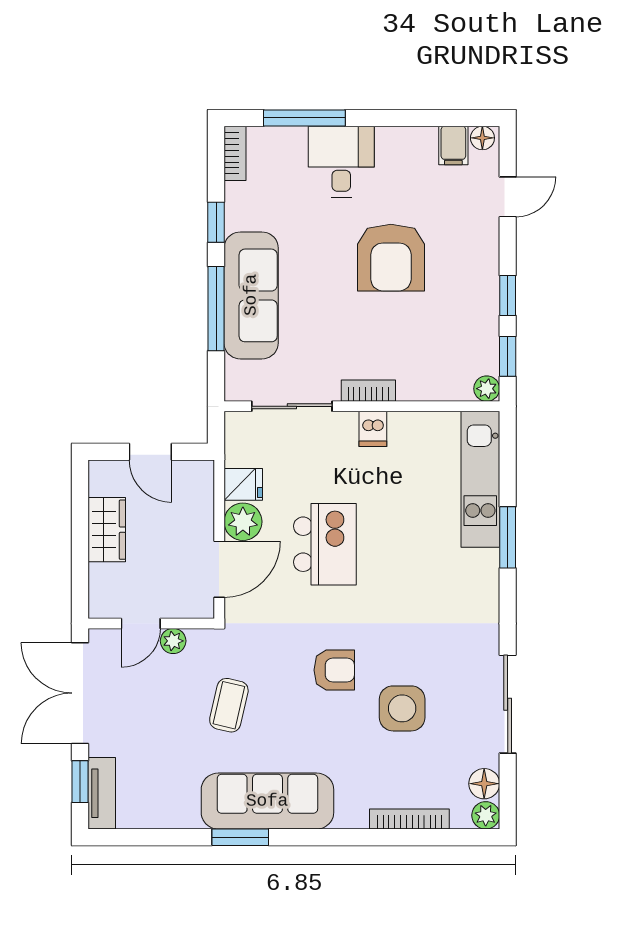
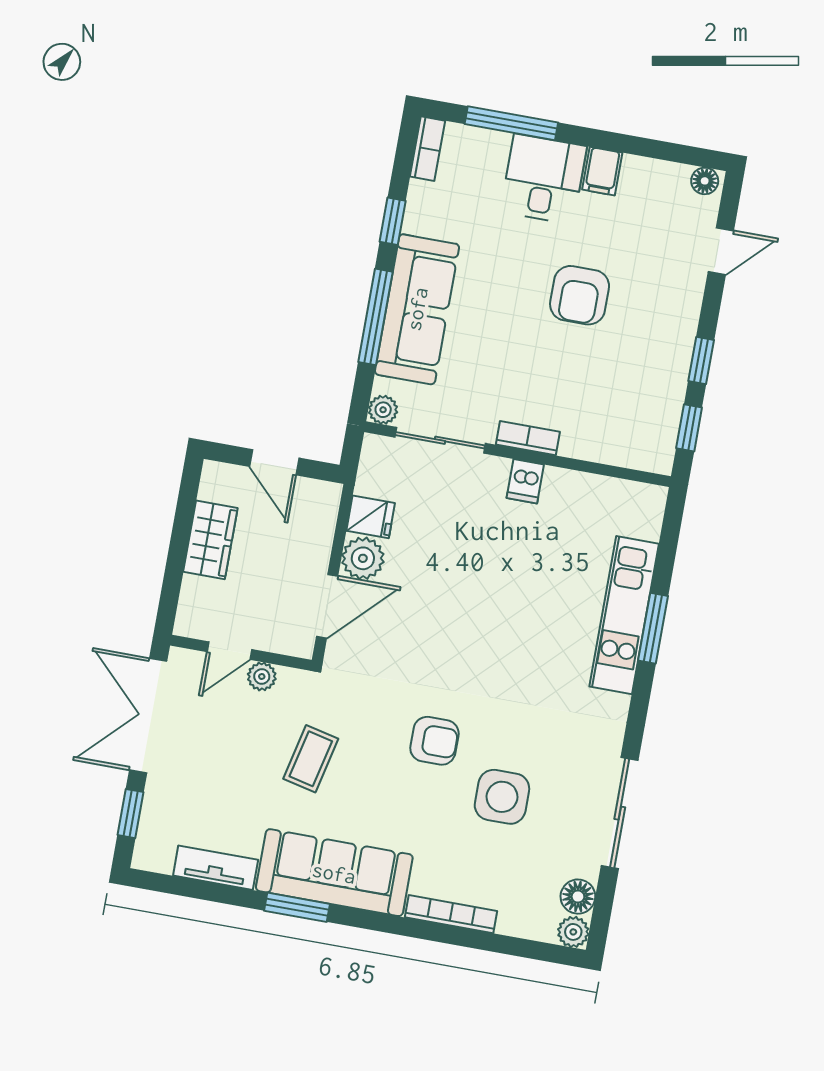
filing cabinet: (453, 145) -> (602, 171), moved
armchair: (391, 258) -> (580, 295), width x0.73, depth x0.73
plant: (487, 389) -> (383, 410), moved
kitchen unit: (480, 479) -> (624, 615), moved
kitchen island: (325, 544) -> (449, 600), removed
tv unit: (102, 793) -> (216, 868), moved, turned -90
bookcase: (409, 819) -> (451, 914), moved

